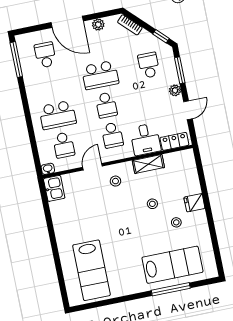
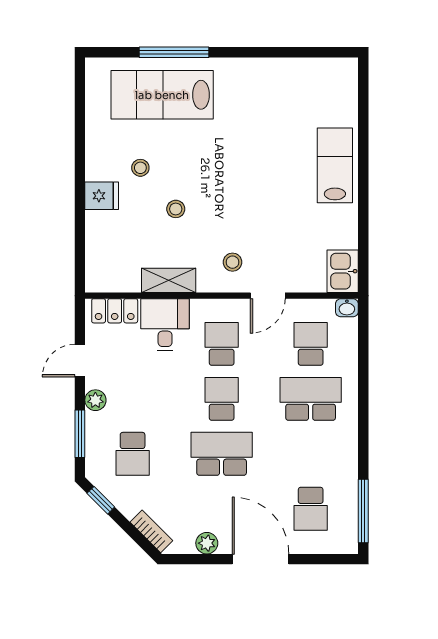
lab bench: (91, 270) -> (335, 165), moved, width x0.73, depth x0.72

